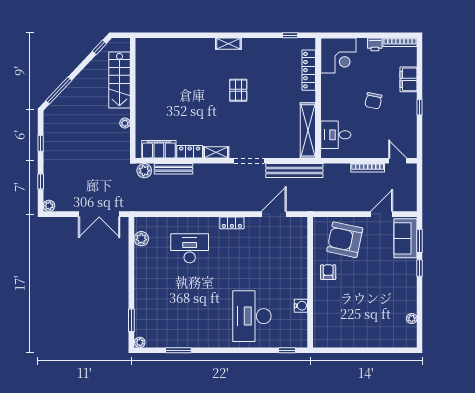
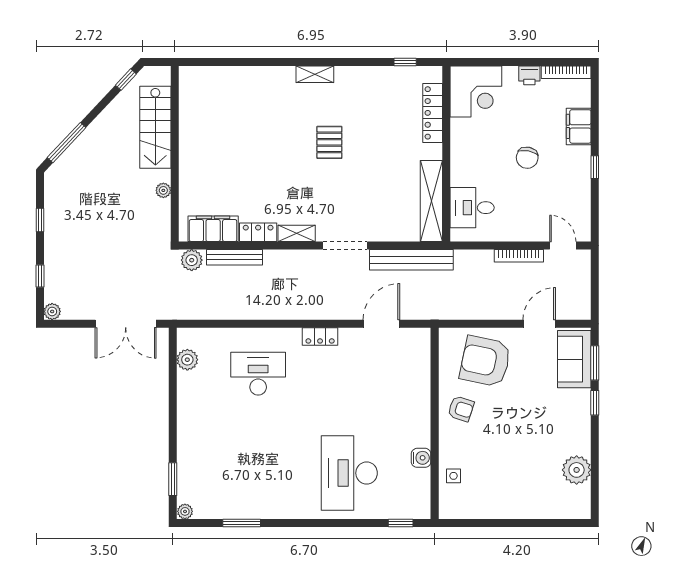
armchair: (328, 272) -> (461, 409), turned 108
side table: (323, 318) -> (453, 476), added
plant: (412, 319) -> (577, 470), width x1.88, depth x1.88

